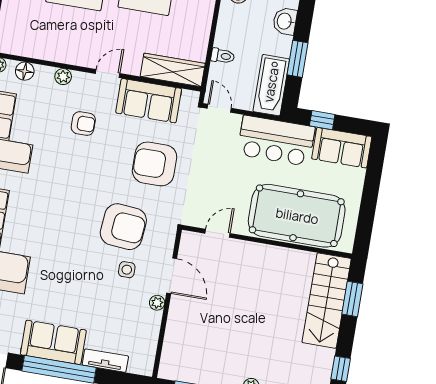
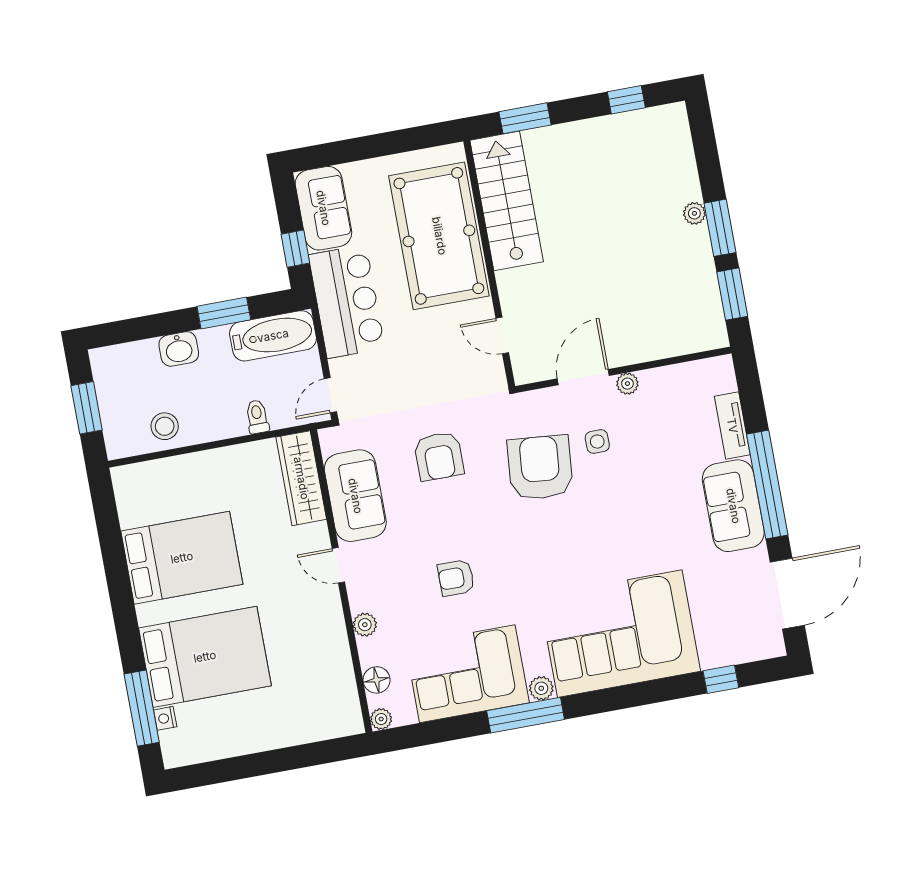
armchair: (83, 124) -> (456, 578), moved, turned -90
armchair: (155, 164) -> (439, 456), width x0.73, depth x0.73
stairs: (327, 301) -> (507, 201), moved, turned -90

